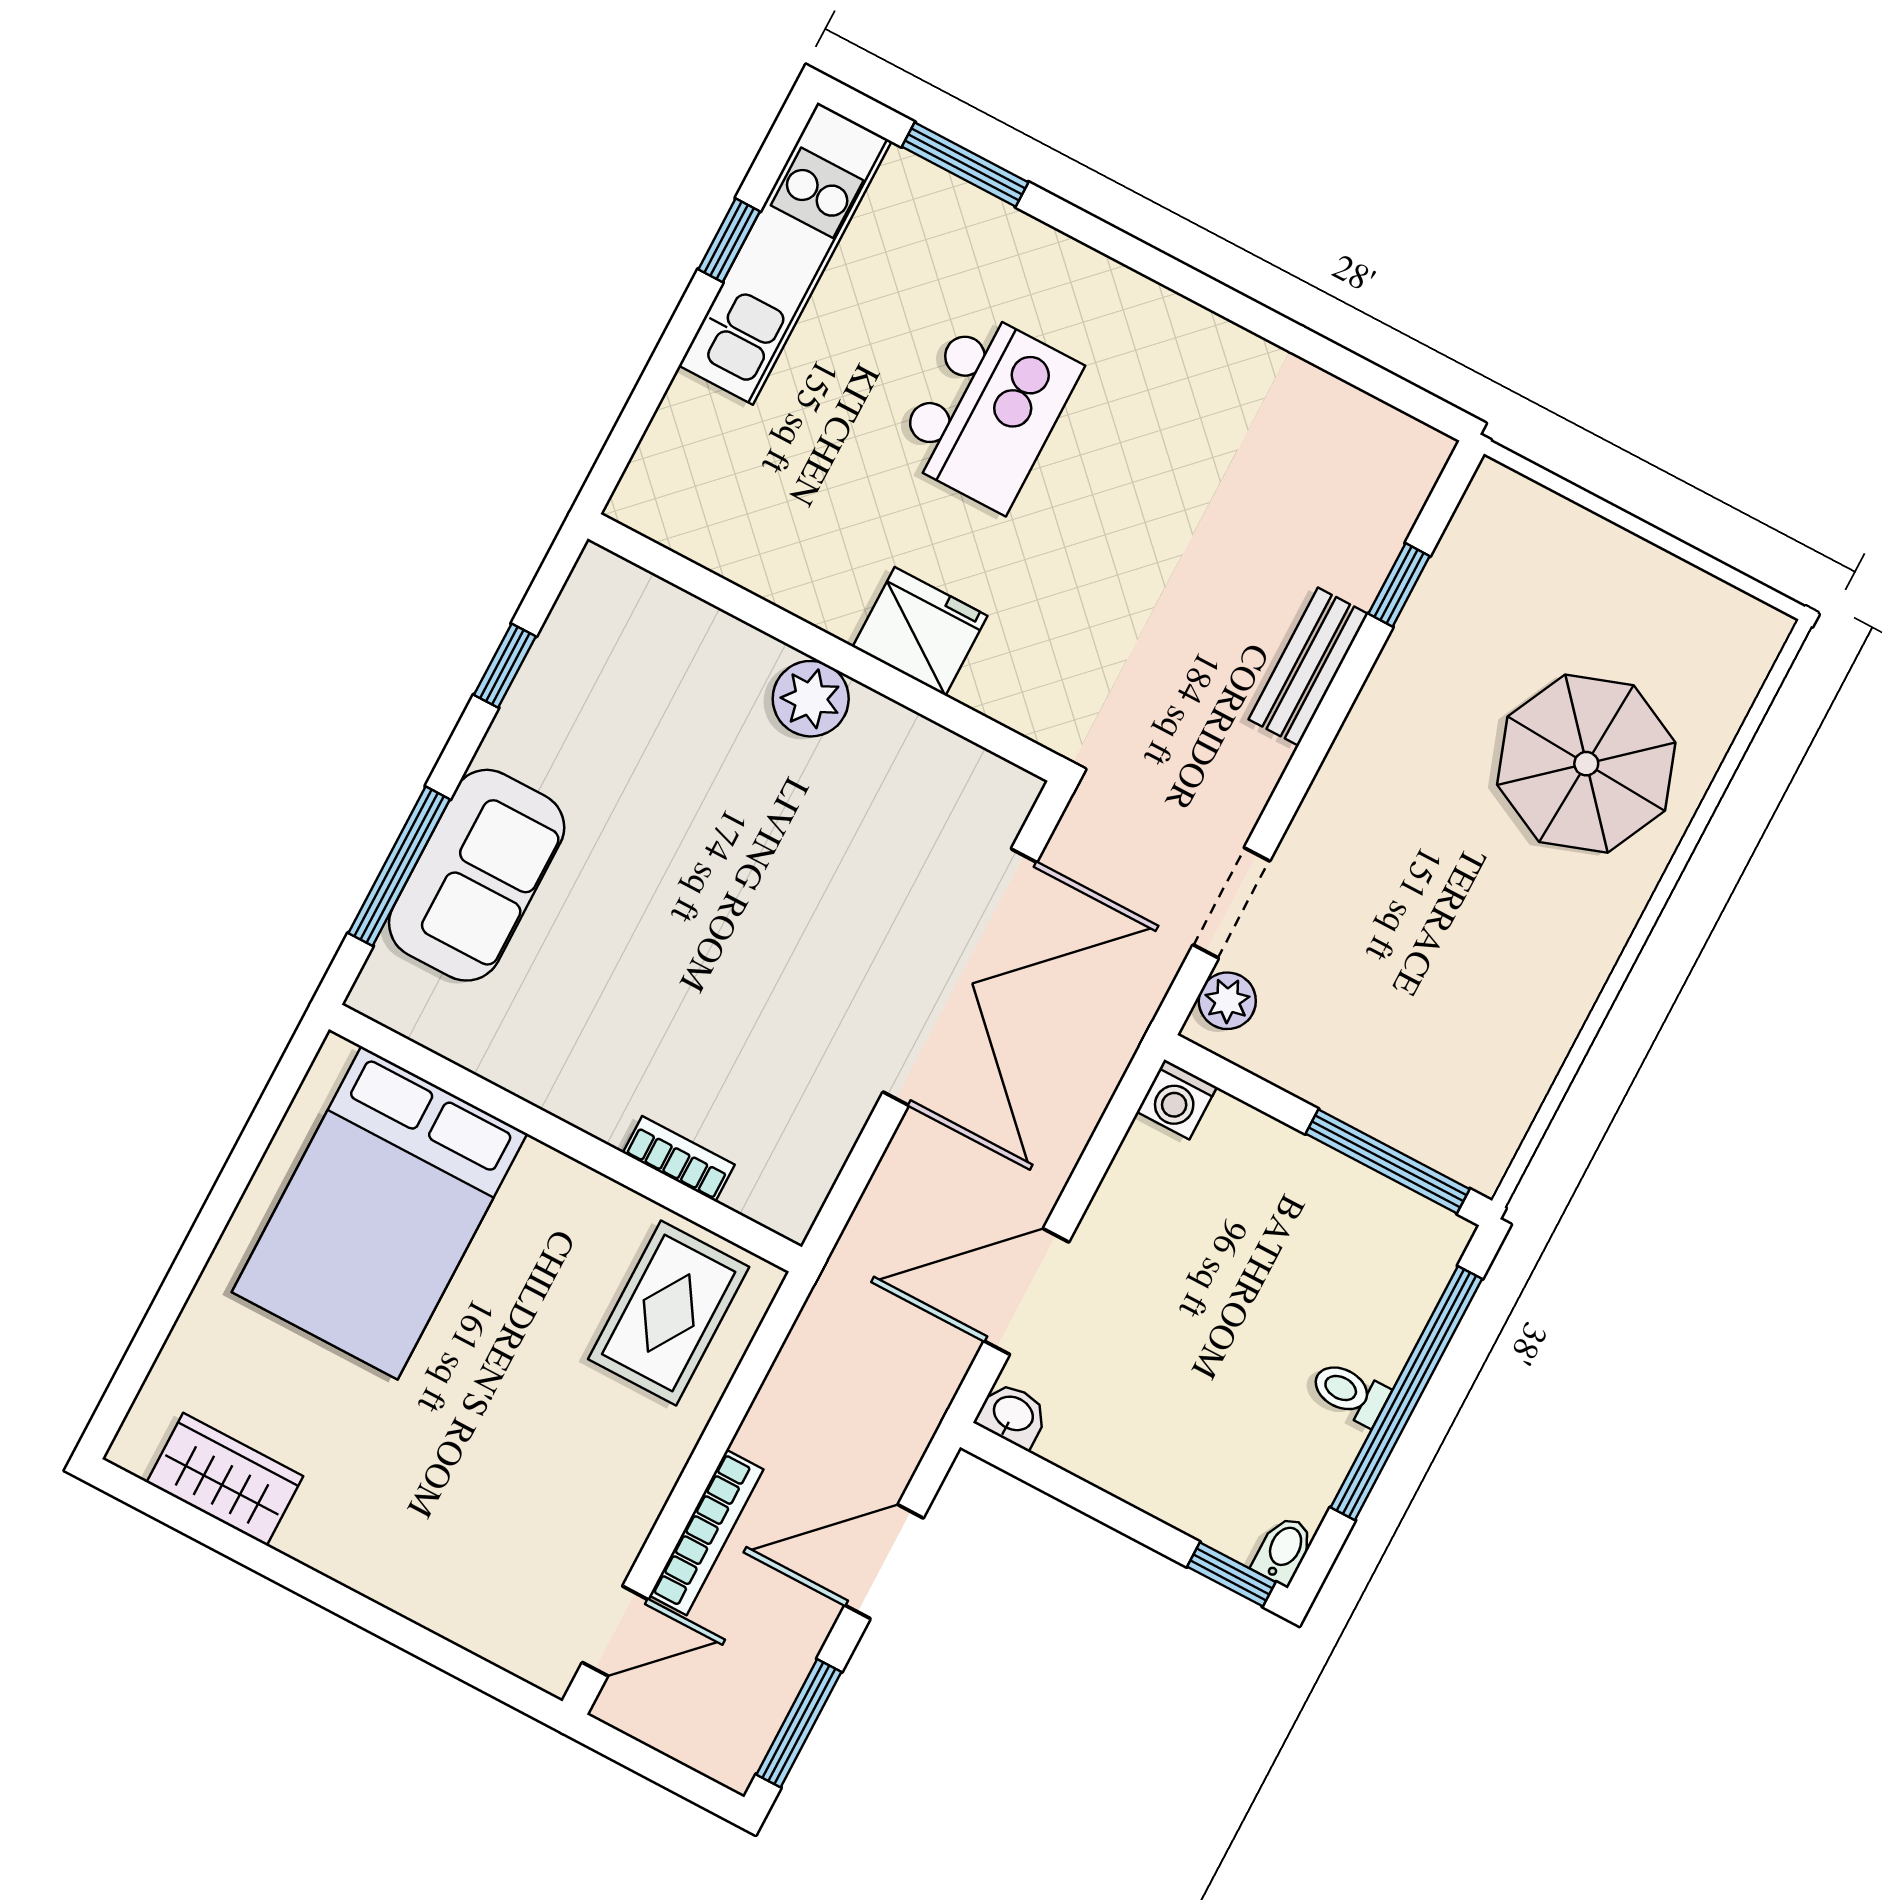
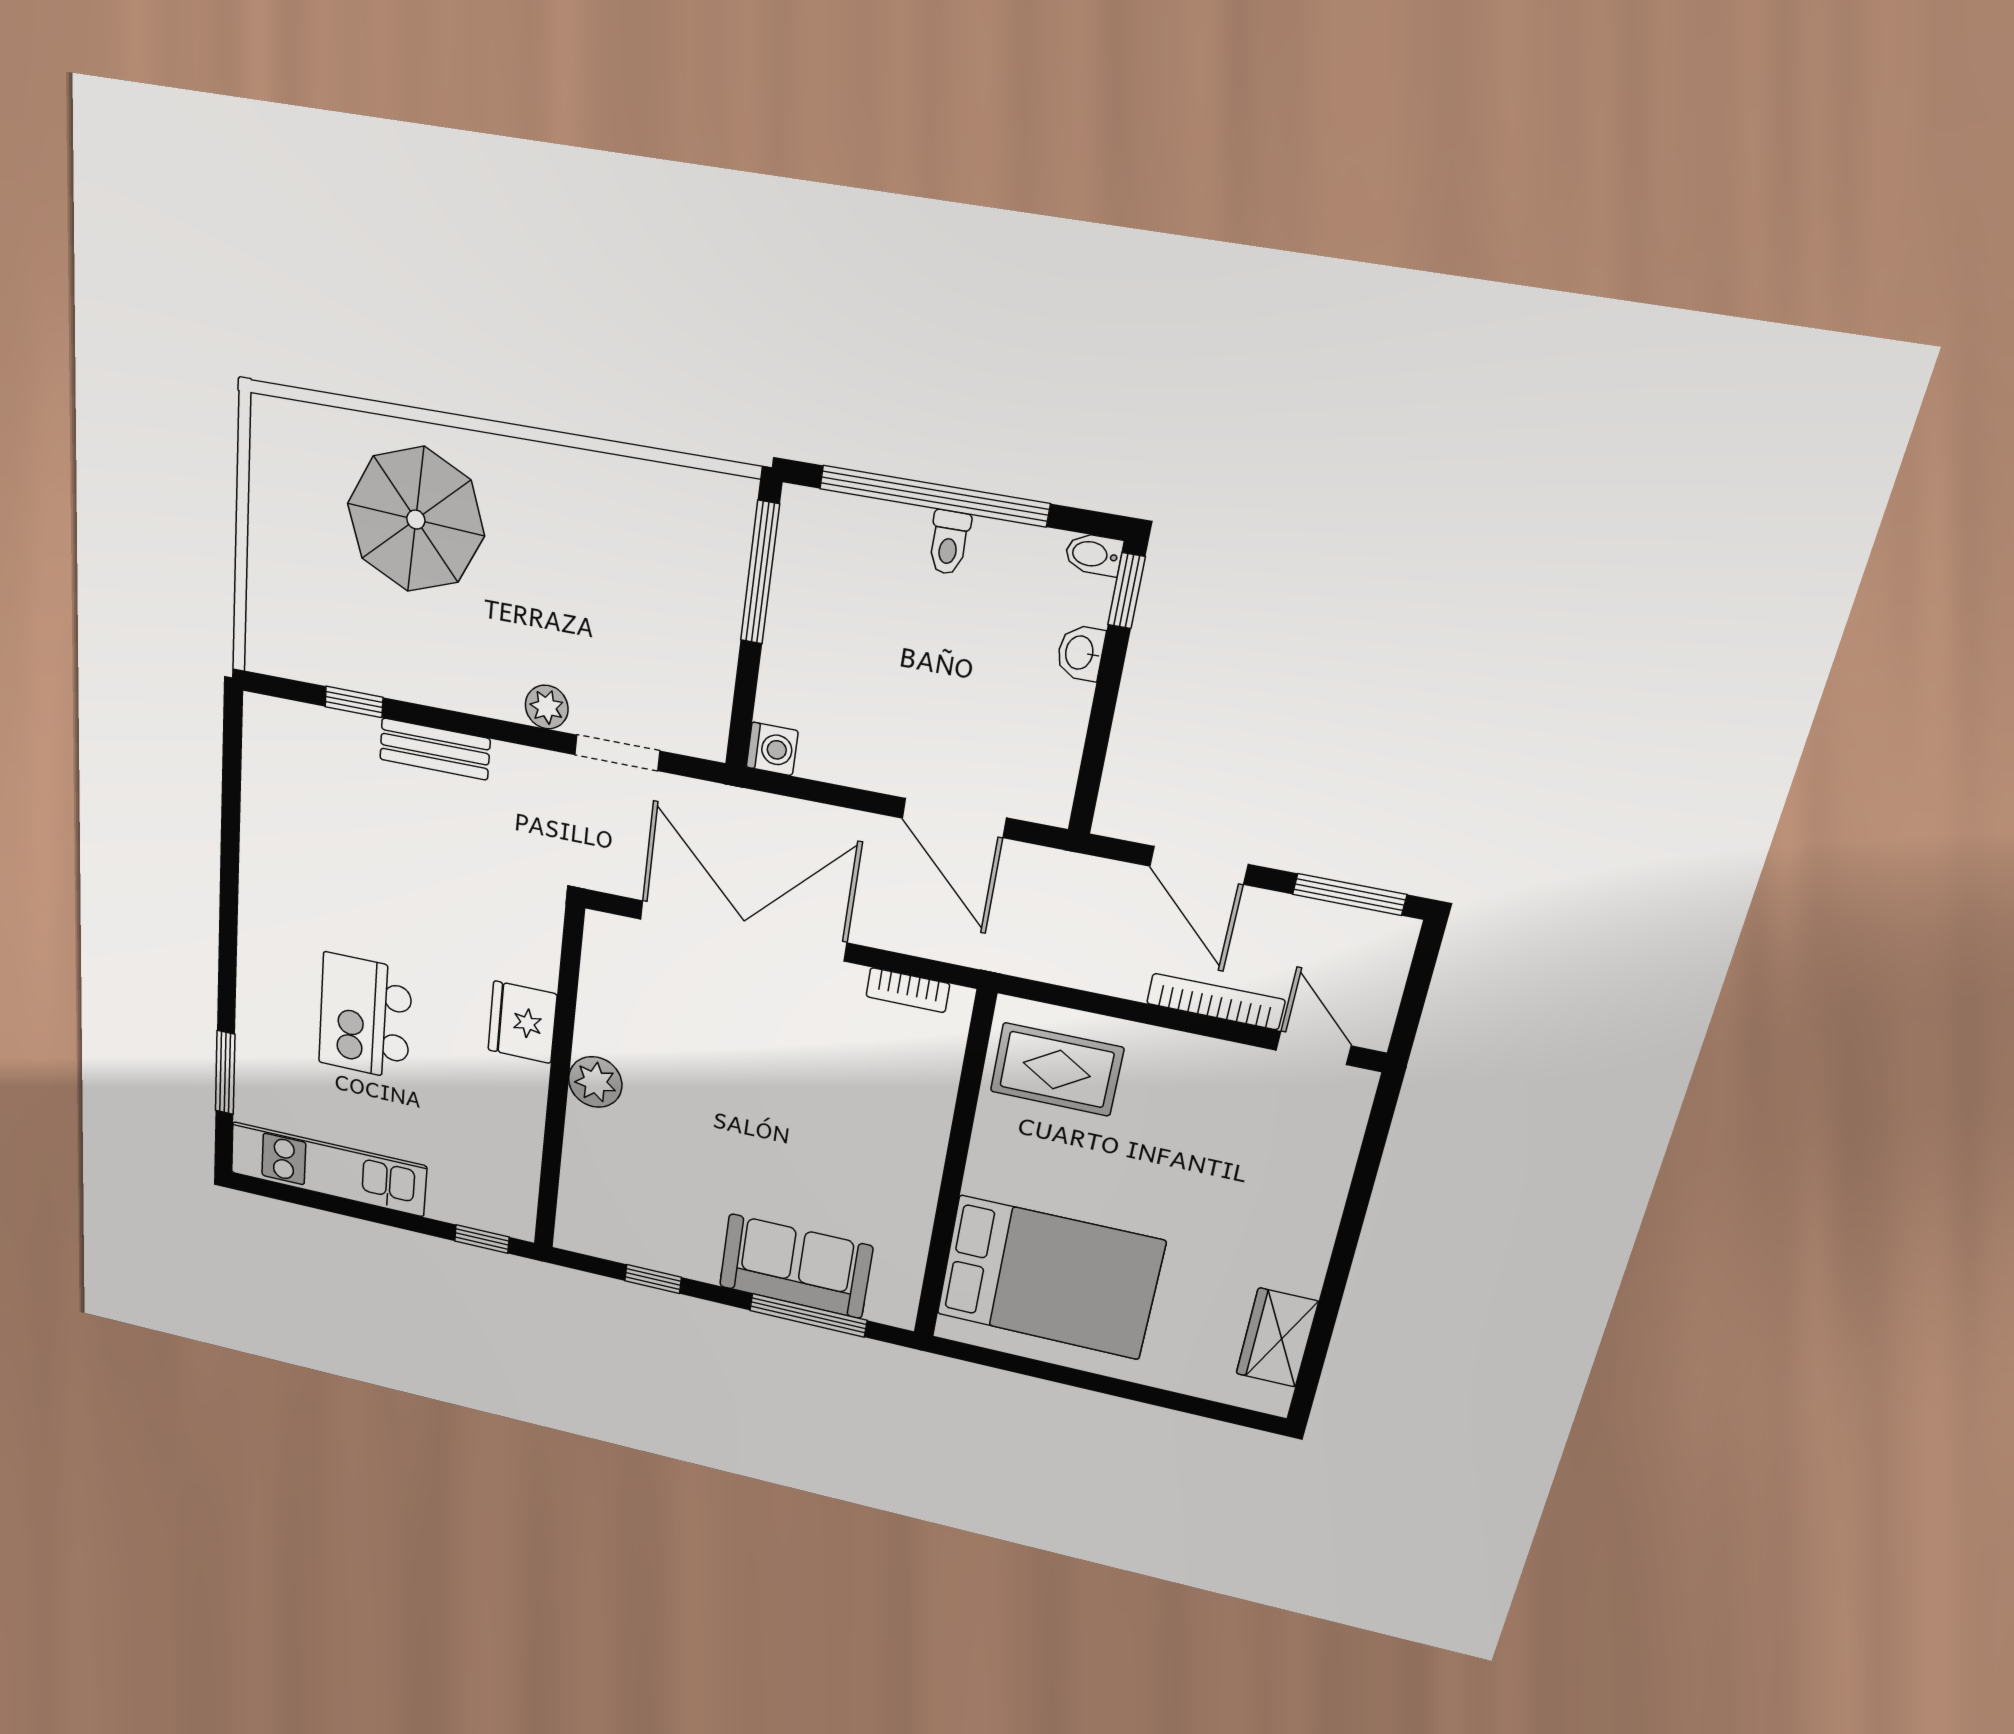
window: (729, 240) -> (482, 1239), moved
kitchen island: (988, 411) -> (365, 1017), turned -90
plant: (1227, 1001) -> (547, 707), moved
bookcase: (679, 1159) -> (908, 990), moved, turned -90
washbasin: (1013, 1415) -> (1080, 653), moved

